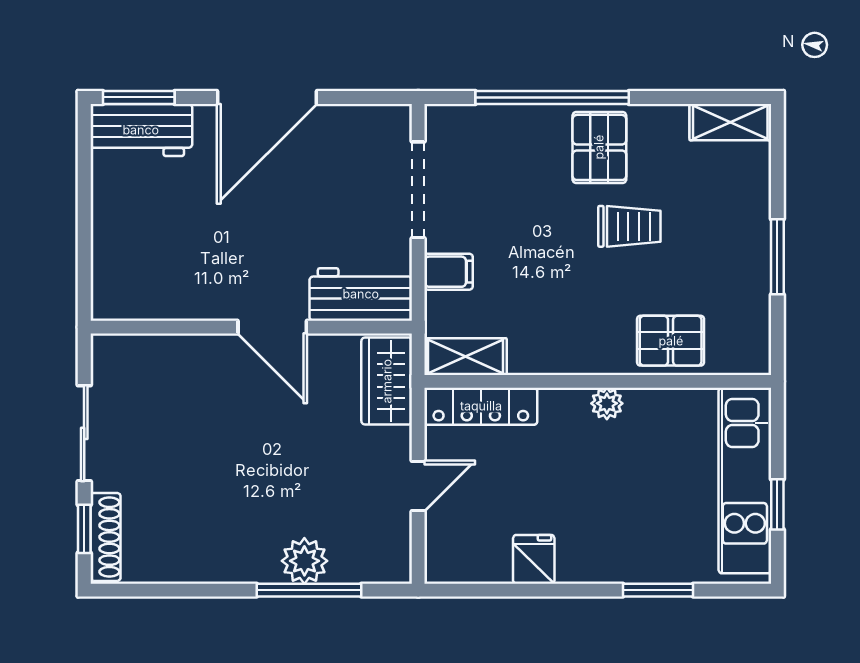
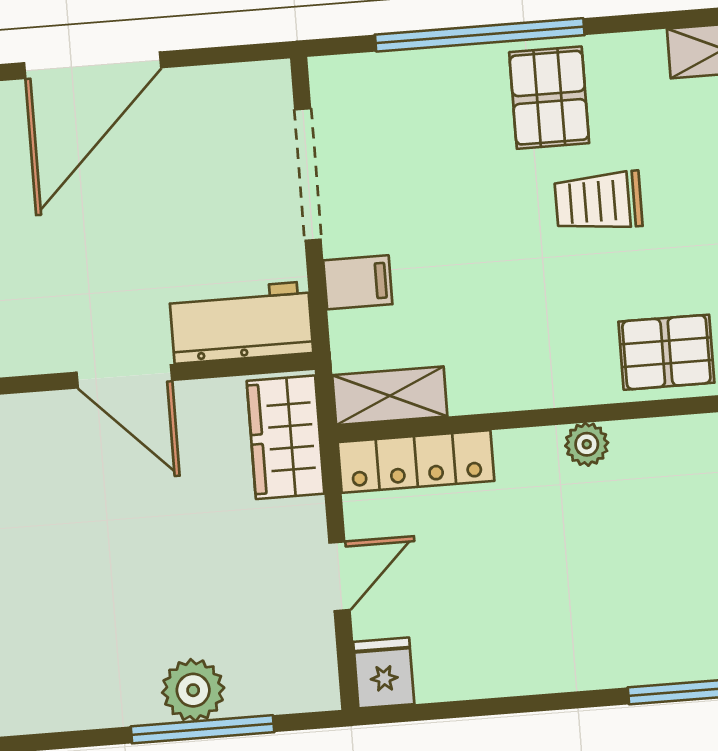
trolley: (629, 226) -> (598, 201), turned 180
fridge: (534, 559) -> (384, 673), moved

